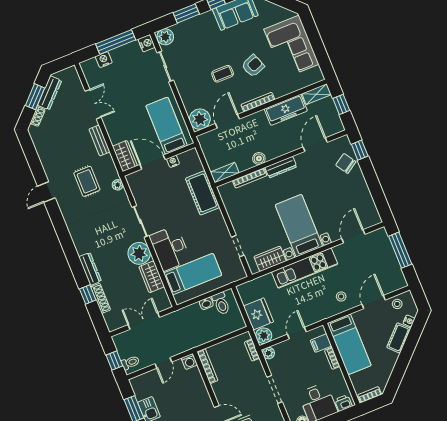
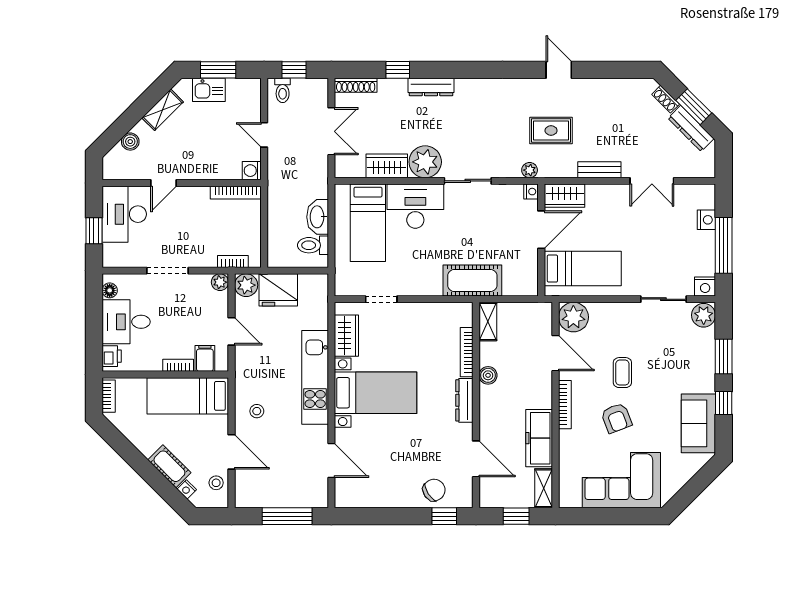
nightstand: (173, 161) -> (531, 192), moved
shoe rack: (101, 298) -> (356, 85), moved
washbasin: (206, 303) -> (318, 217), width x1.91, depth x1.45

